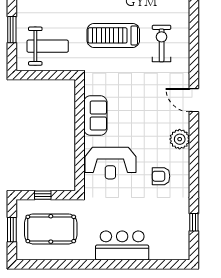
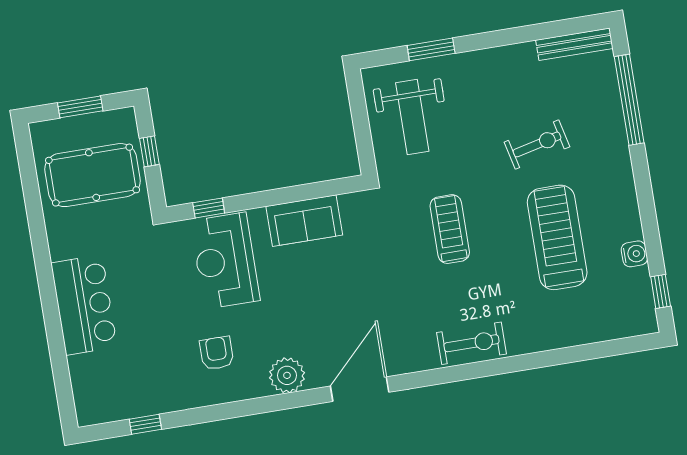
treadmill: (113, 35) -> (450, 229), width x0.73, depth x0.73
exercise bike: (162, 44) -> (472, 343), moved
door: (194, 100) -> (360, 389), width x1.36
window: (80, 167) -> (209, 208), added
pool table: (51, 229) -> (93, 175), turned 90

